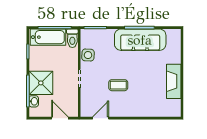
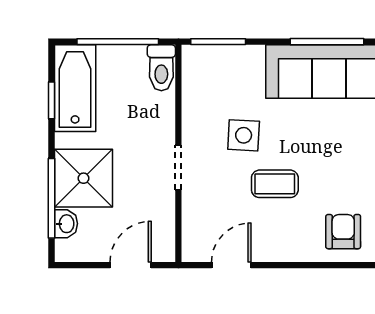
bathtub: (48, 37) -> (75, 88), moved, turned -90
side table: (88, 55) -> (244, 135), moved
armchair: (146, 105) -> (343, 232), added
door: (60, 118) -> (131, 265), hinge flipped

